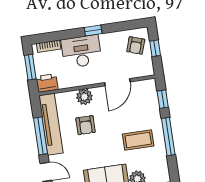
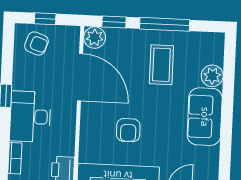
door: (117, 82) -> (80, 77), width x1.36
plant: (84, 97) -> (95, 38), moved
armchair: (86, 125) -> (128, 130), turned 90

